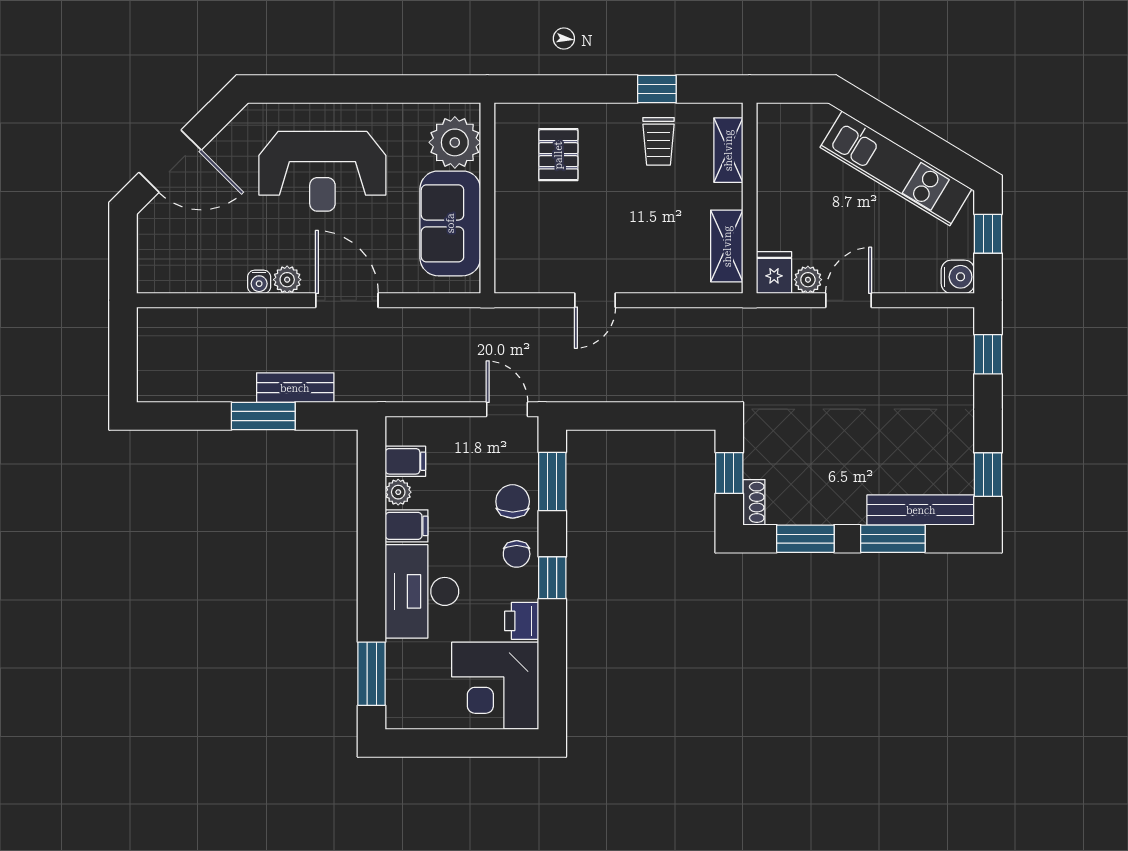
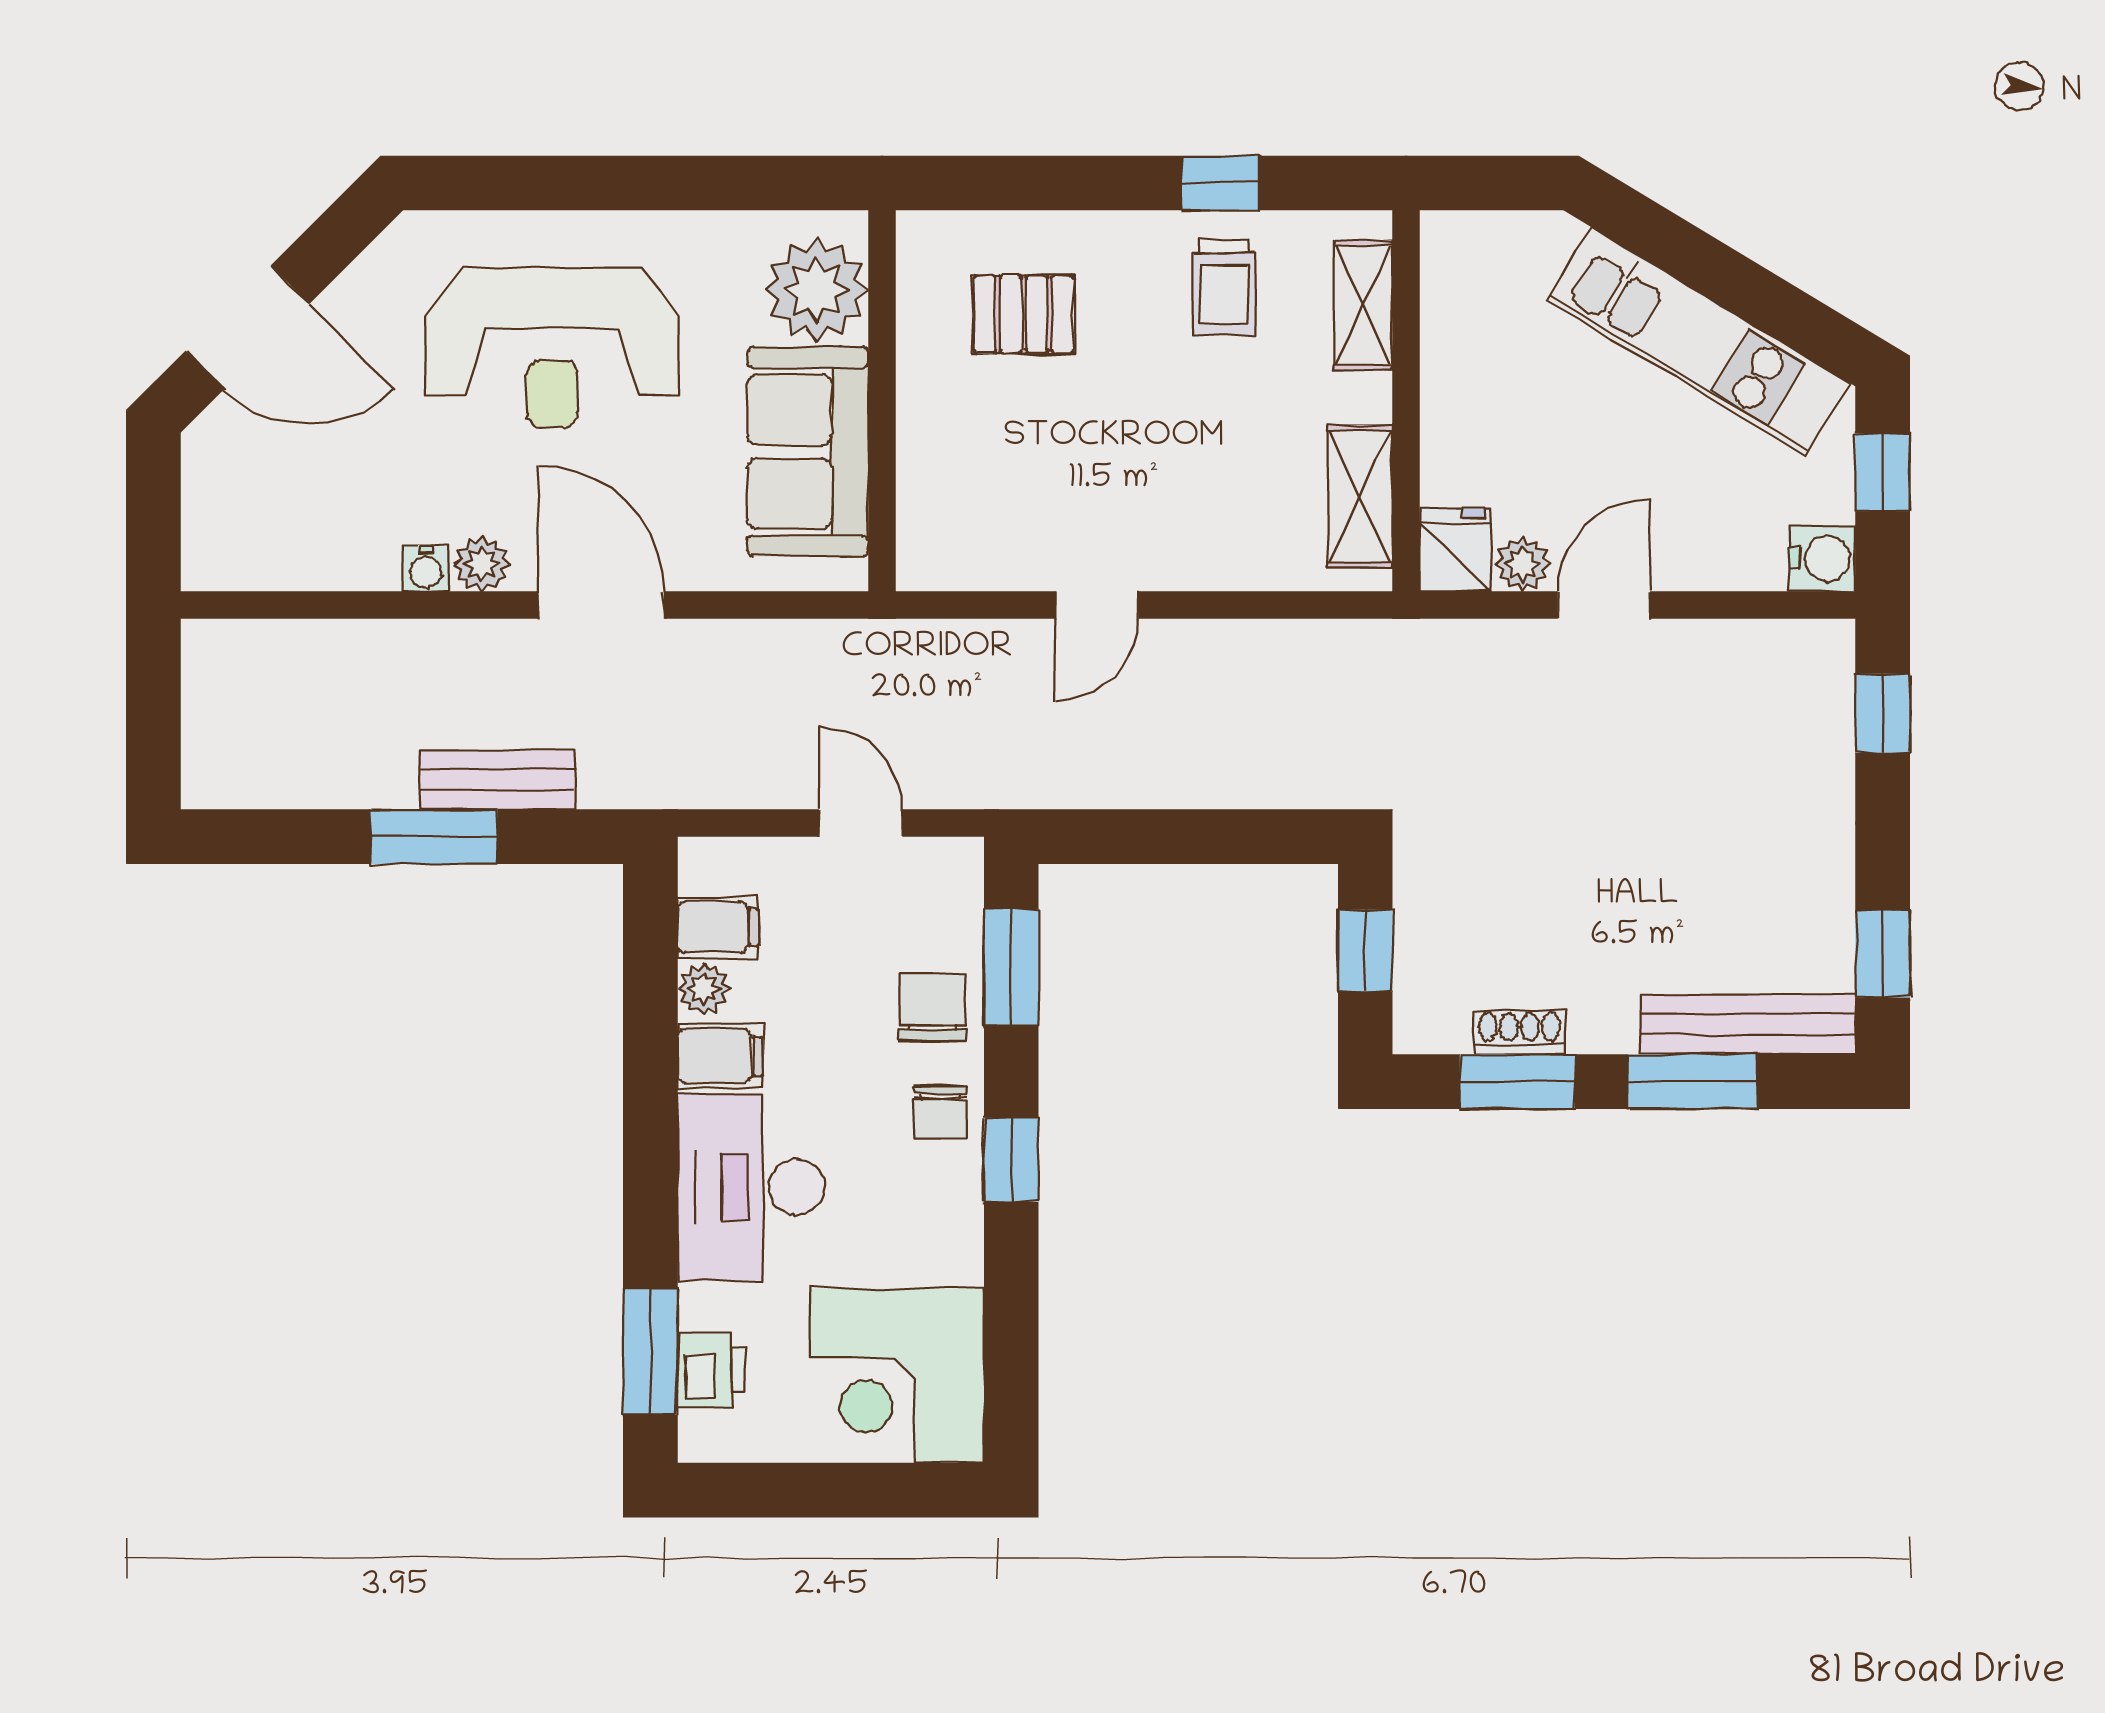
pallet: (558, 155) -> (1024, 314), turned 90
door: (507, 409) -> (861, 823), moved
shoe rack: (754, 502) -> (1519, 1032), moved, turned -90
printer: (522, 621) -> (711, 1370), moved, turned 180

